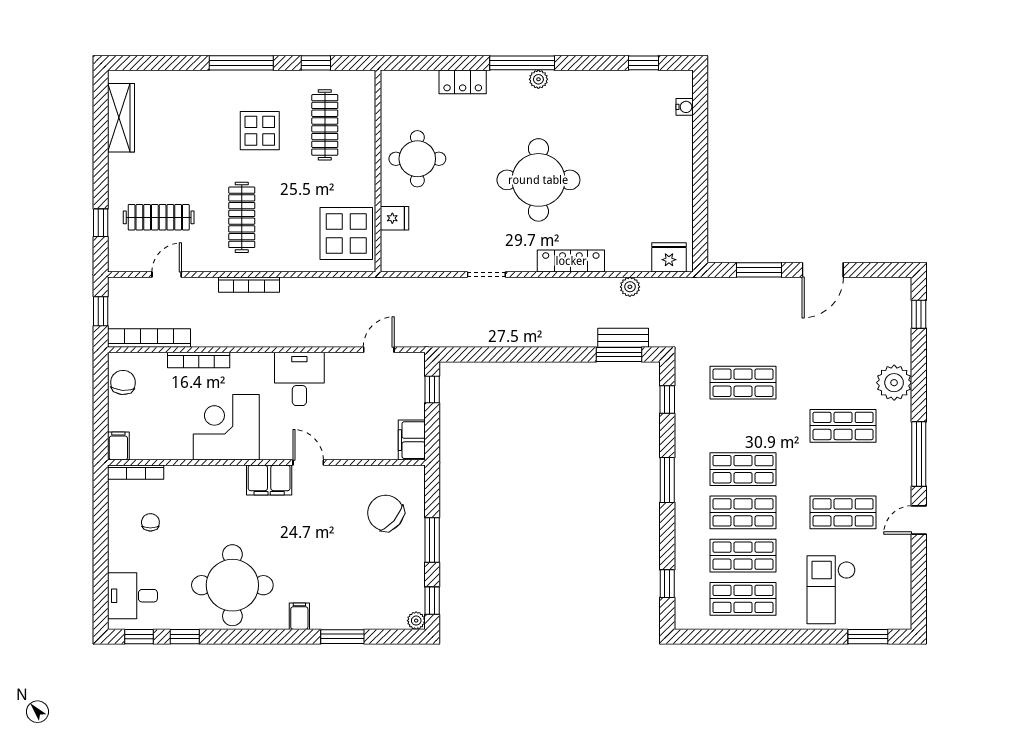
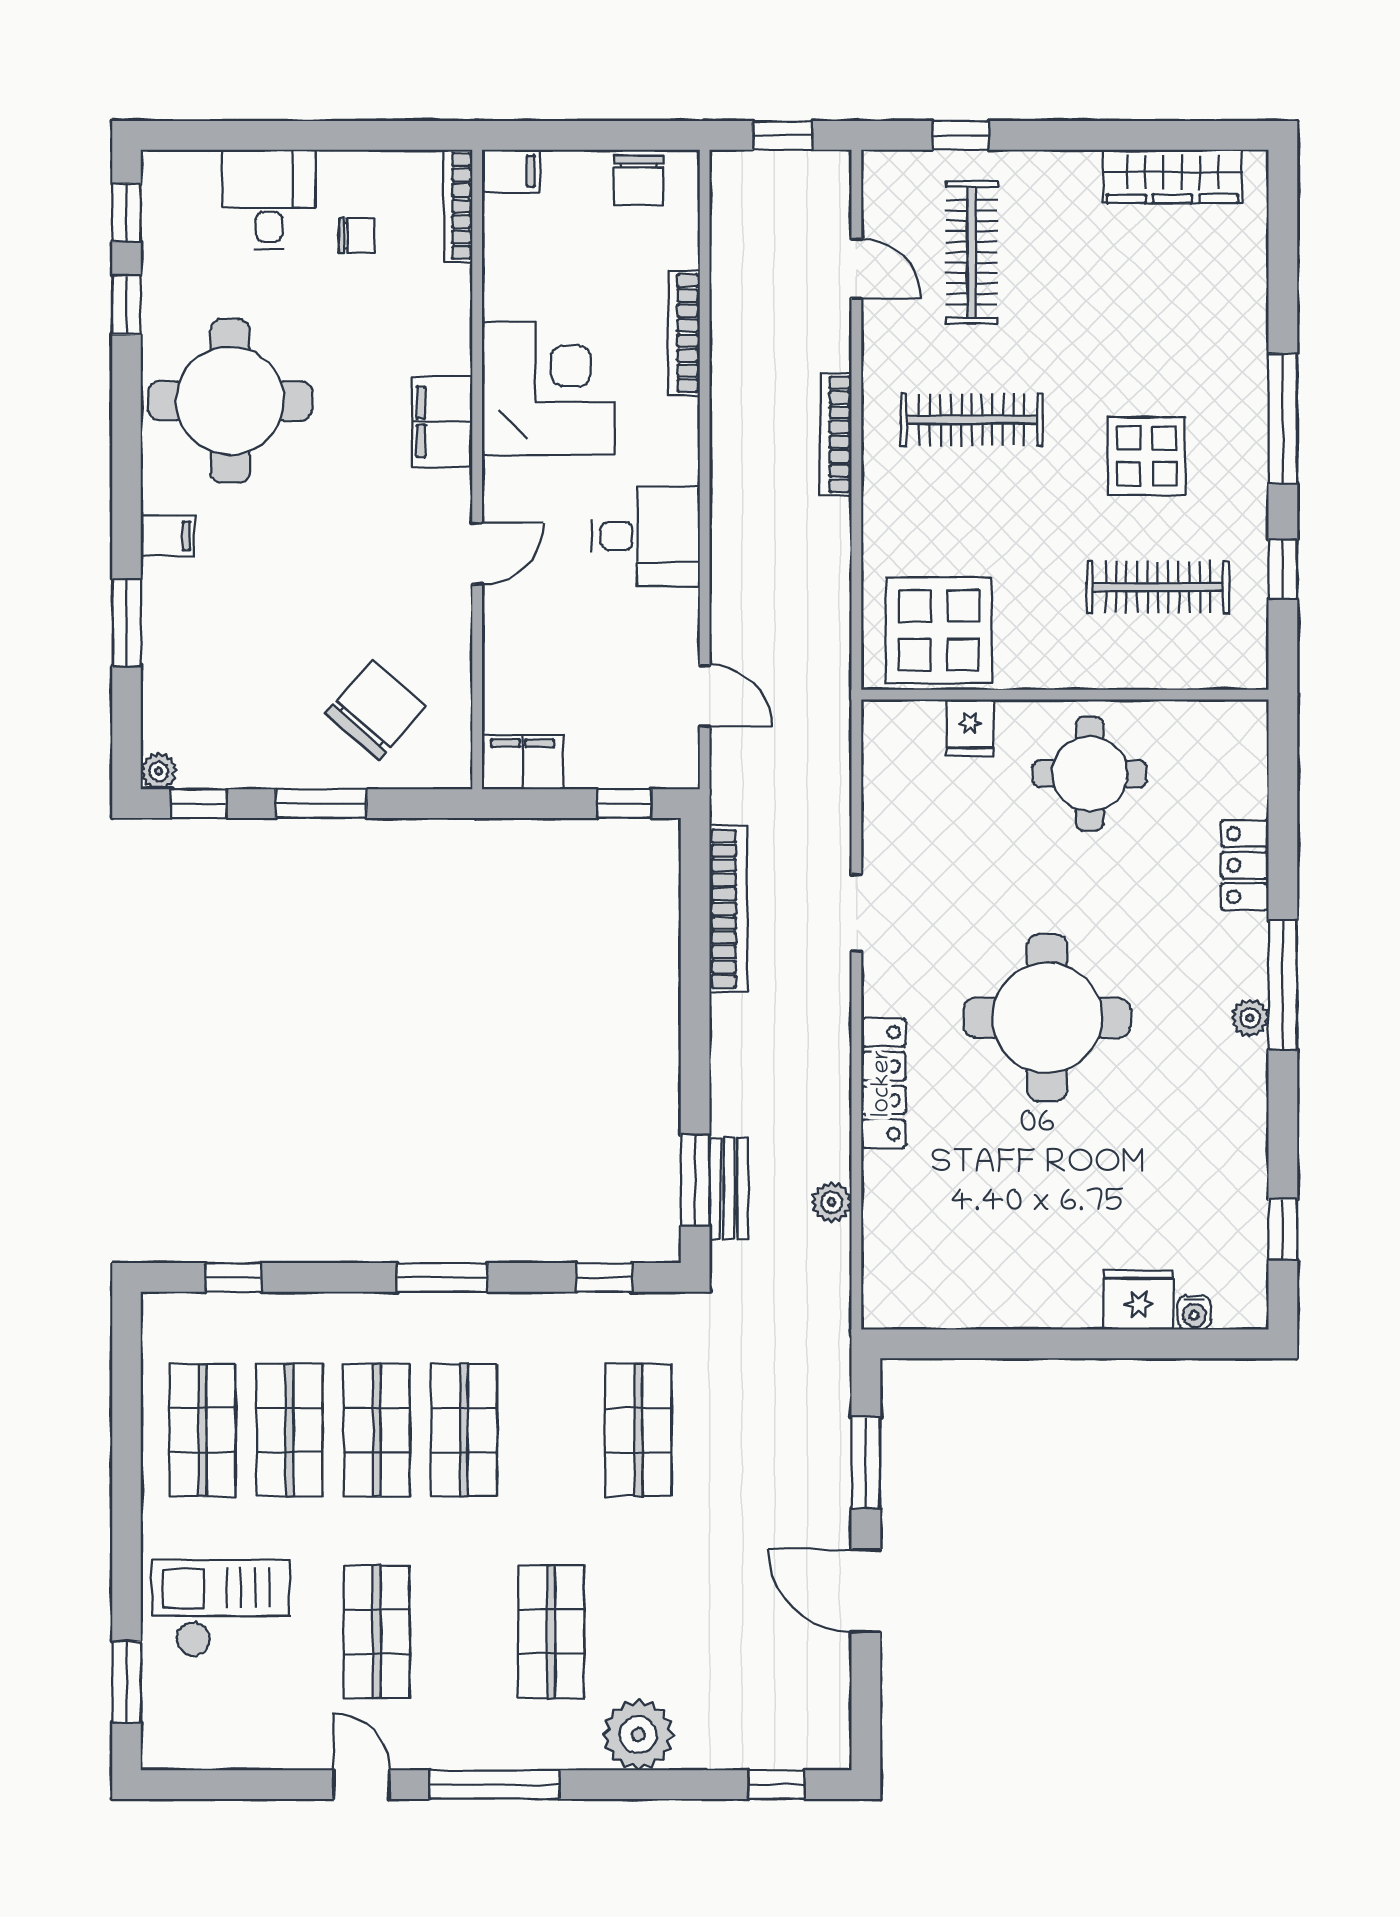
fridge: (669, 257) -> (1139, 1300), moved, turned -90
bookcase: (149, 338) -> (728, 909), moved
chair: (123, 382) -> (639, 180), turned 85
filing cabinet: (269, 480) -> (442, 422), moved
desk: (133, 596) -> (269, 200), moved

